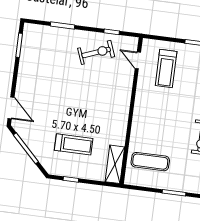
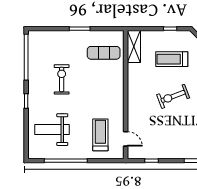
exercise bike: (96, 52) -> (173, 96), moved

